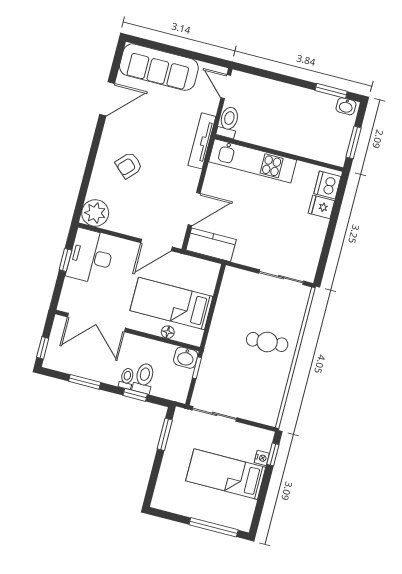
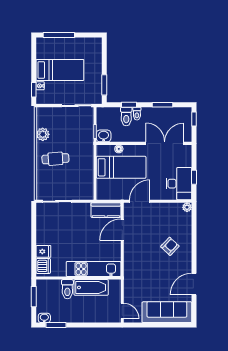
toilet: (228, 122) -> (67, 289), moved
bathtub: (264, 134) -> (91, 287), added
tv unit: (202, 141) -> (128, 273), removed
plant: (95, 213) -> (187, 207), width x0.53, depth x0.53
plant: (277, 384) -> (43, 134), added

